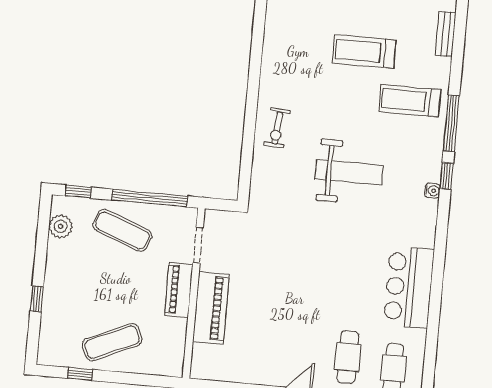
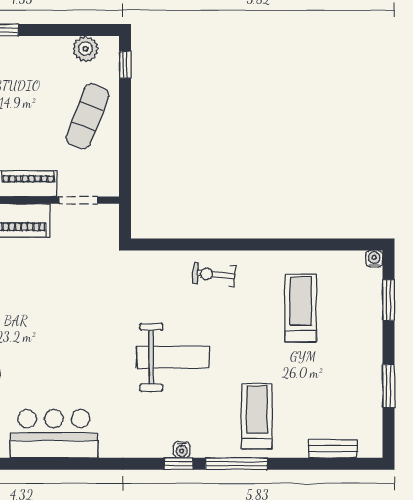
treadmill: (364, 51) -> (301, 308), moved
weight bench: (349, 172) -> (173, 357), turned -90
water cooler: (432, 191) -> (182, 450), moved
window: (150, 198) -> (125, 143), removed

